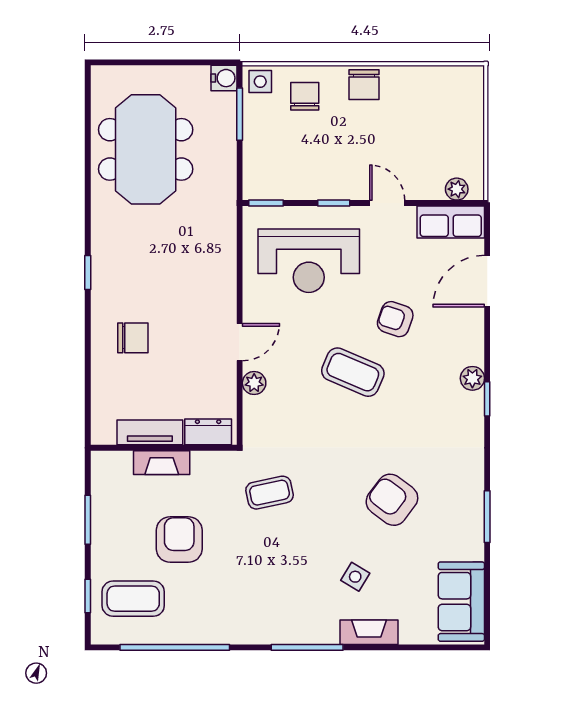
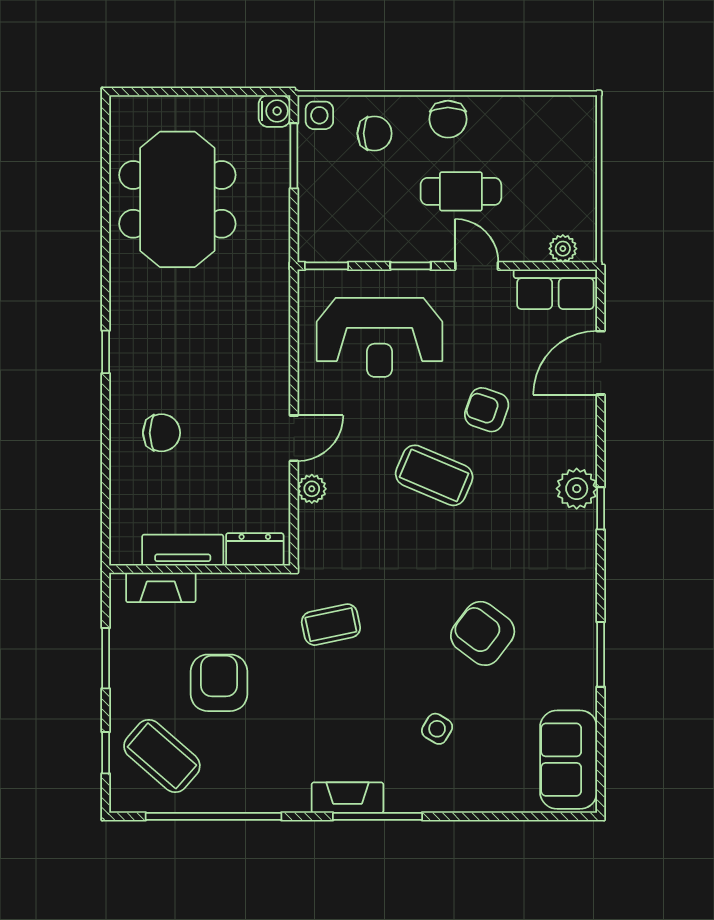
chair: (305, 96) -> (374, 133), turned 90
cafe table: (374, 143) -> (461, 191), added
plant: (472, 378) -> (577, 489), width x1.38, depth x1.38
fireplace: (162, 463) -> (161, 587), moved
coffee table: (133, 599) -> (162, 756), turned 41
fireplace: (369, 632) -> (347, 798), moved

